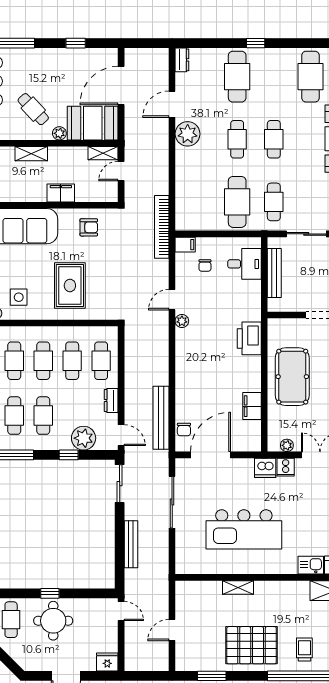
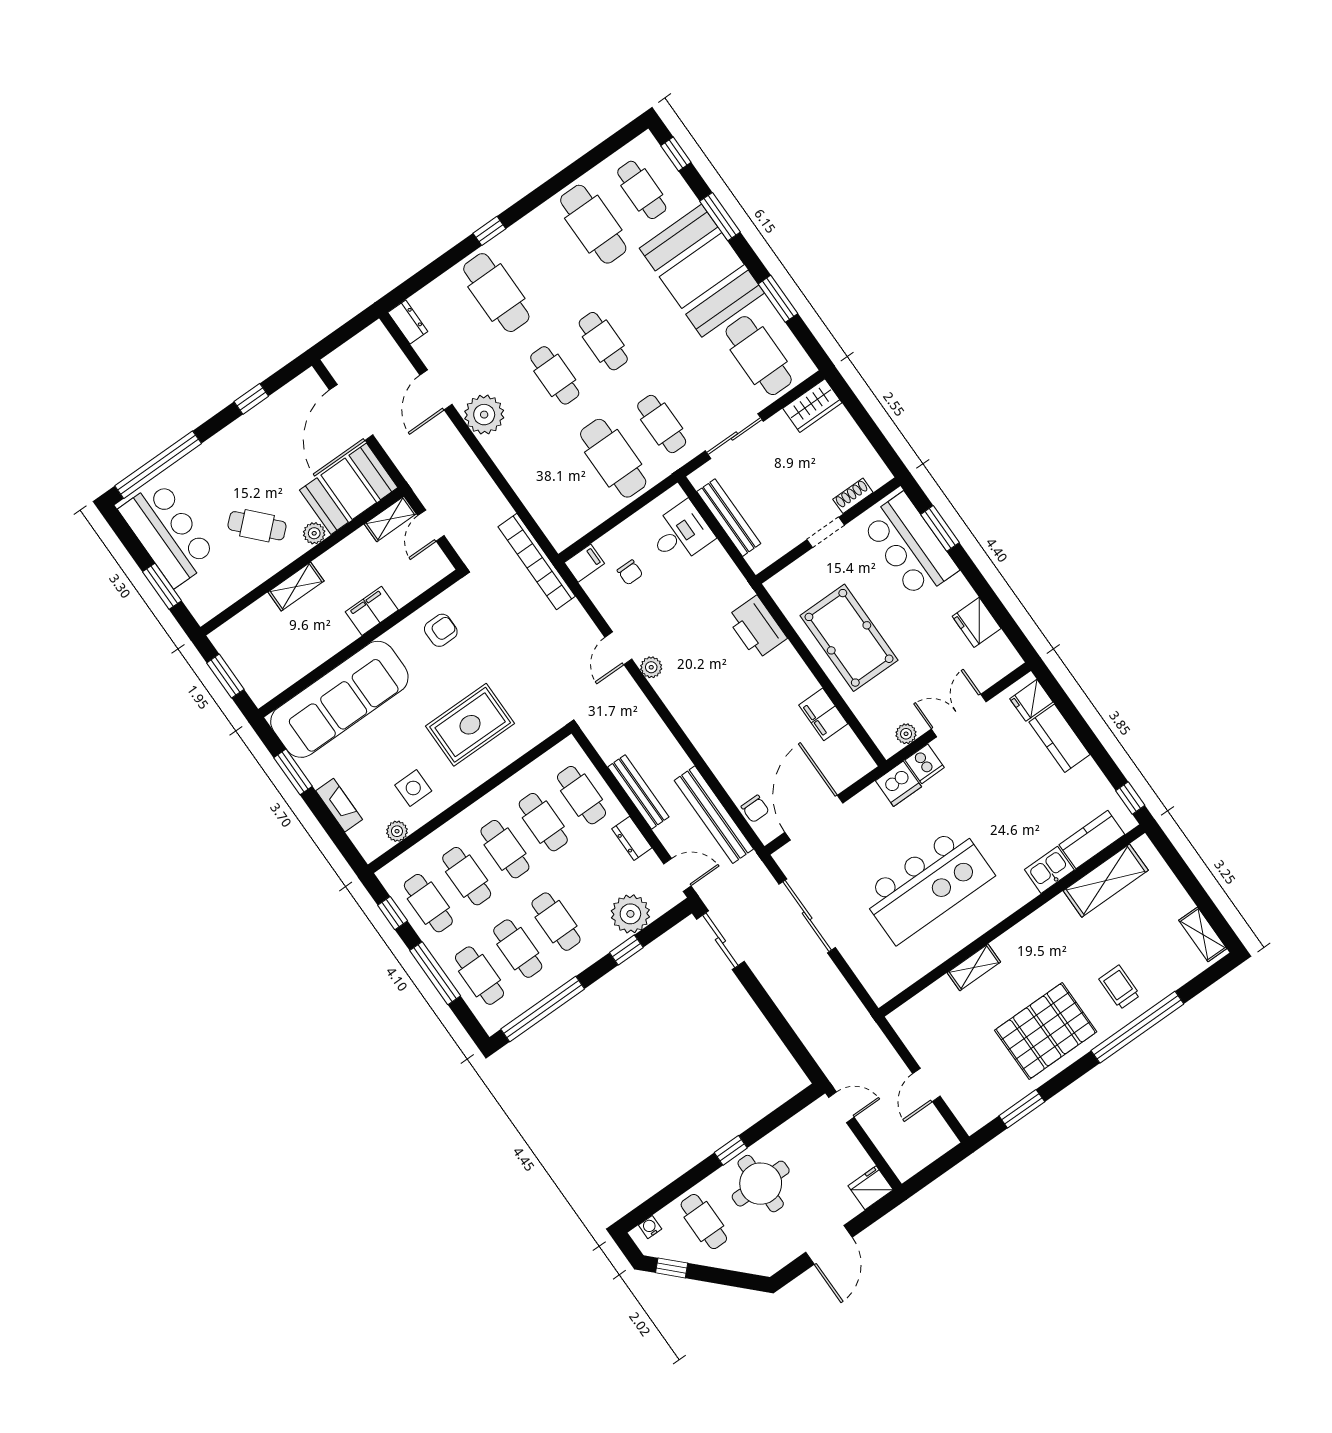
rug: (70, 286) -> (470, 725), turned 90
bench: (131, 544) -> (638, 792), moved

